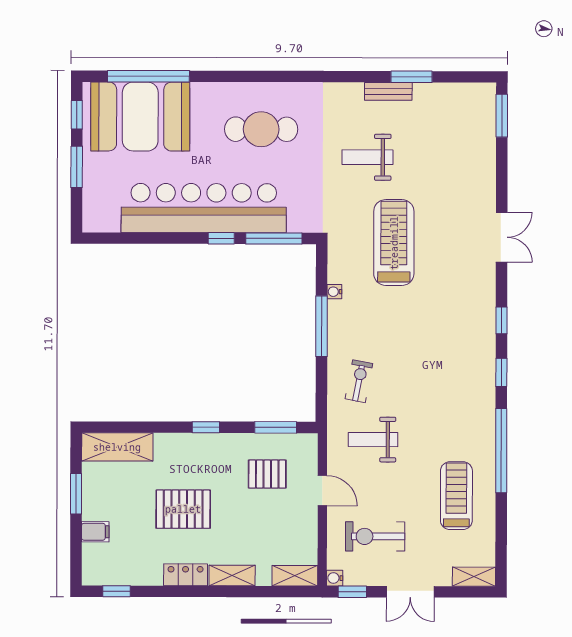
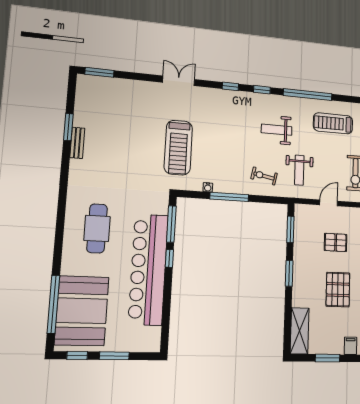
weight bench: (368, 157) -> (277, 130), moved, turned 90
treadmill: (394, 243) -> (178, 148), turned -90
window: (206, 427) -> (289, 273), width x1.50
pallet: (267, 474) -> (336, 242), moved, turned 90

